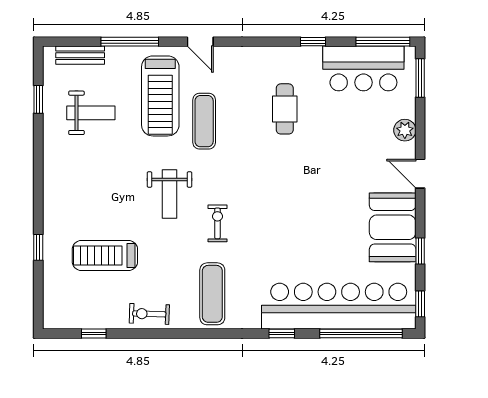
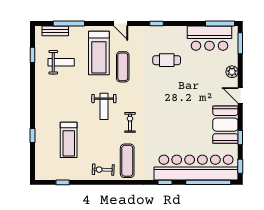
window: (130, 42) -> (69, 24), moved
window: (313, 42) -> (157, 24), moved
cafe table: (285, 109) -> (167, 60), turned 90
treadmill: (105, 256) -> (69, 140), turned -90
exercise bike: (149, 314) -> (103, 170), moved

